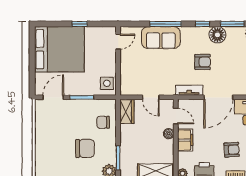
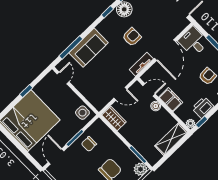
window: (166, 24) -> (71, 47), moved
chair: (103, 122) -> (89, 144), moved

